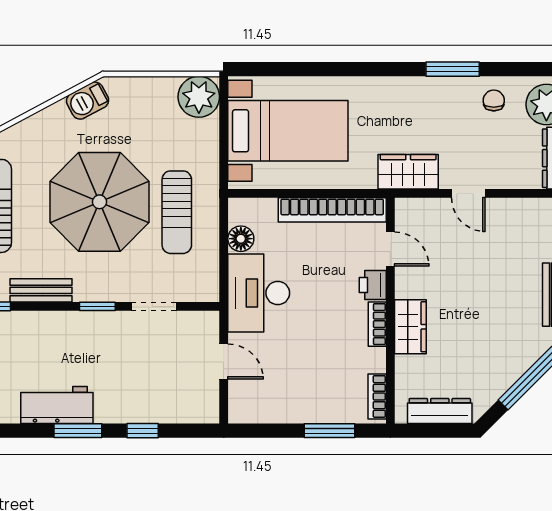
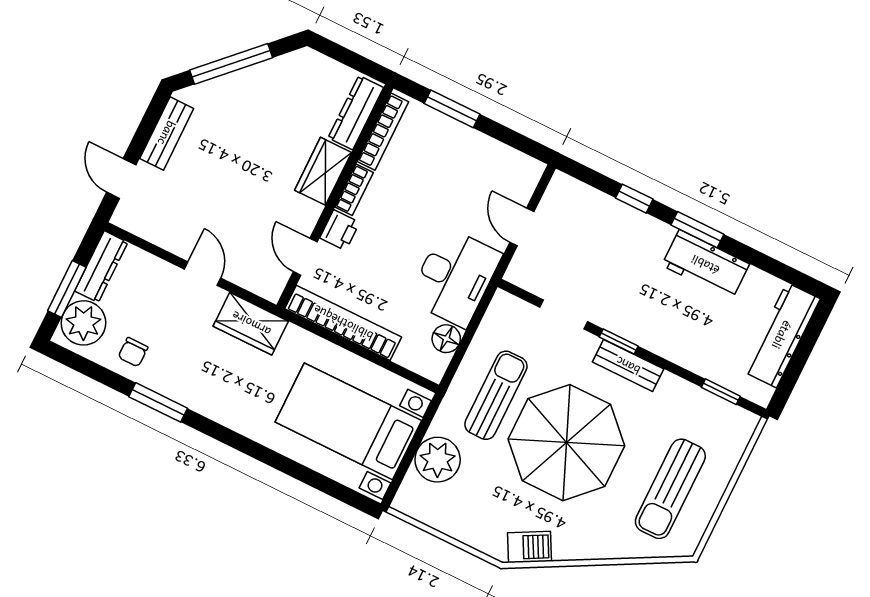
plant: (199, 97) -> (438, 460), moved
bench: (41, 290) -> (628, 366), moved
bookcase: (377, 396) -> (383, 132), width x1.56
dresser: (440, 411) -> (356, 113), moved, turned 90

